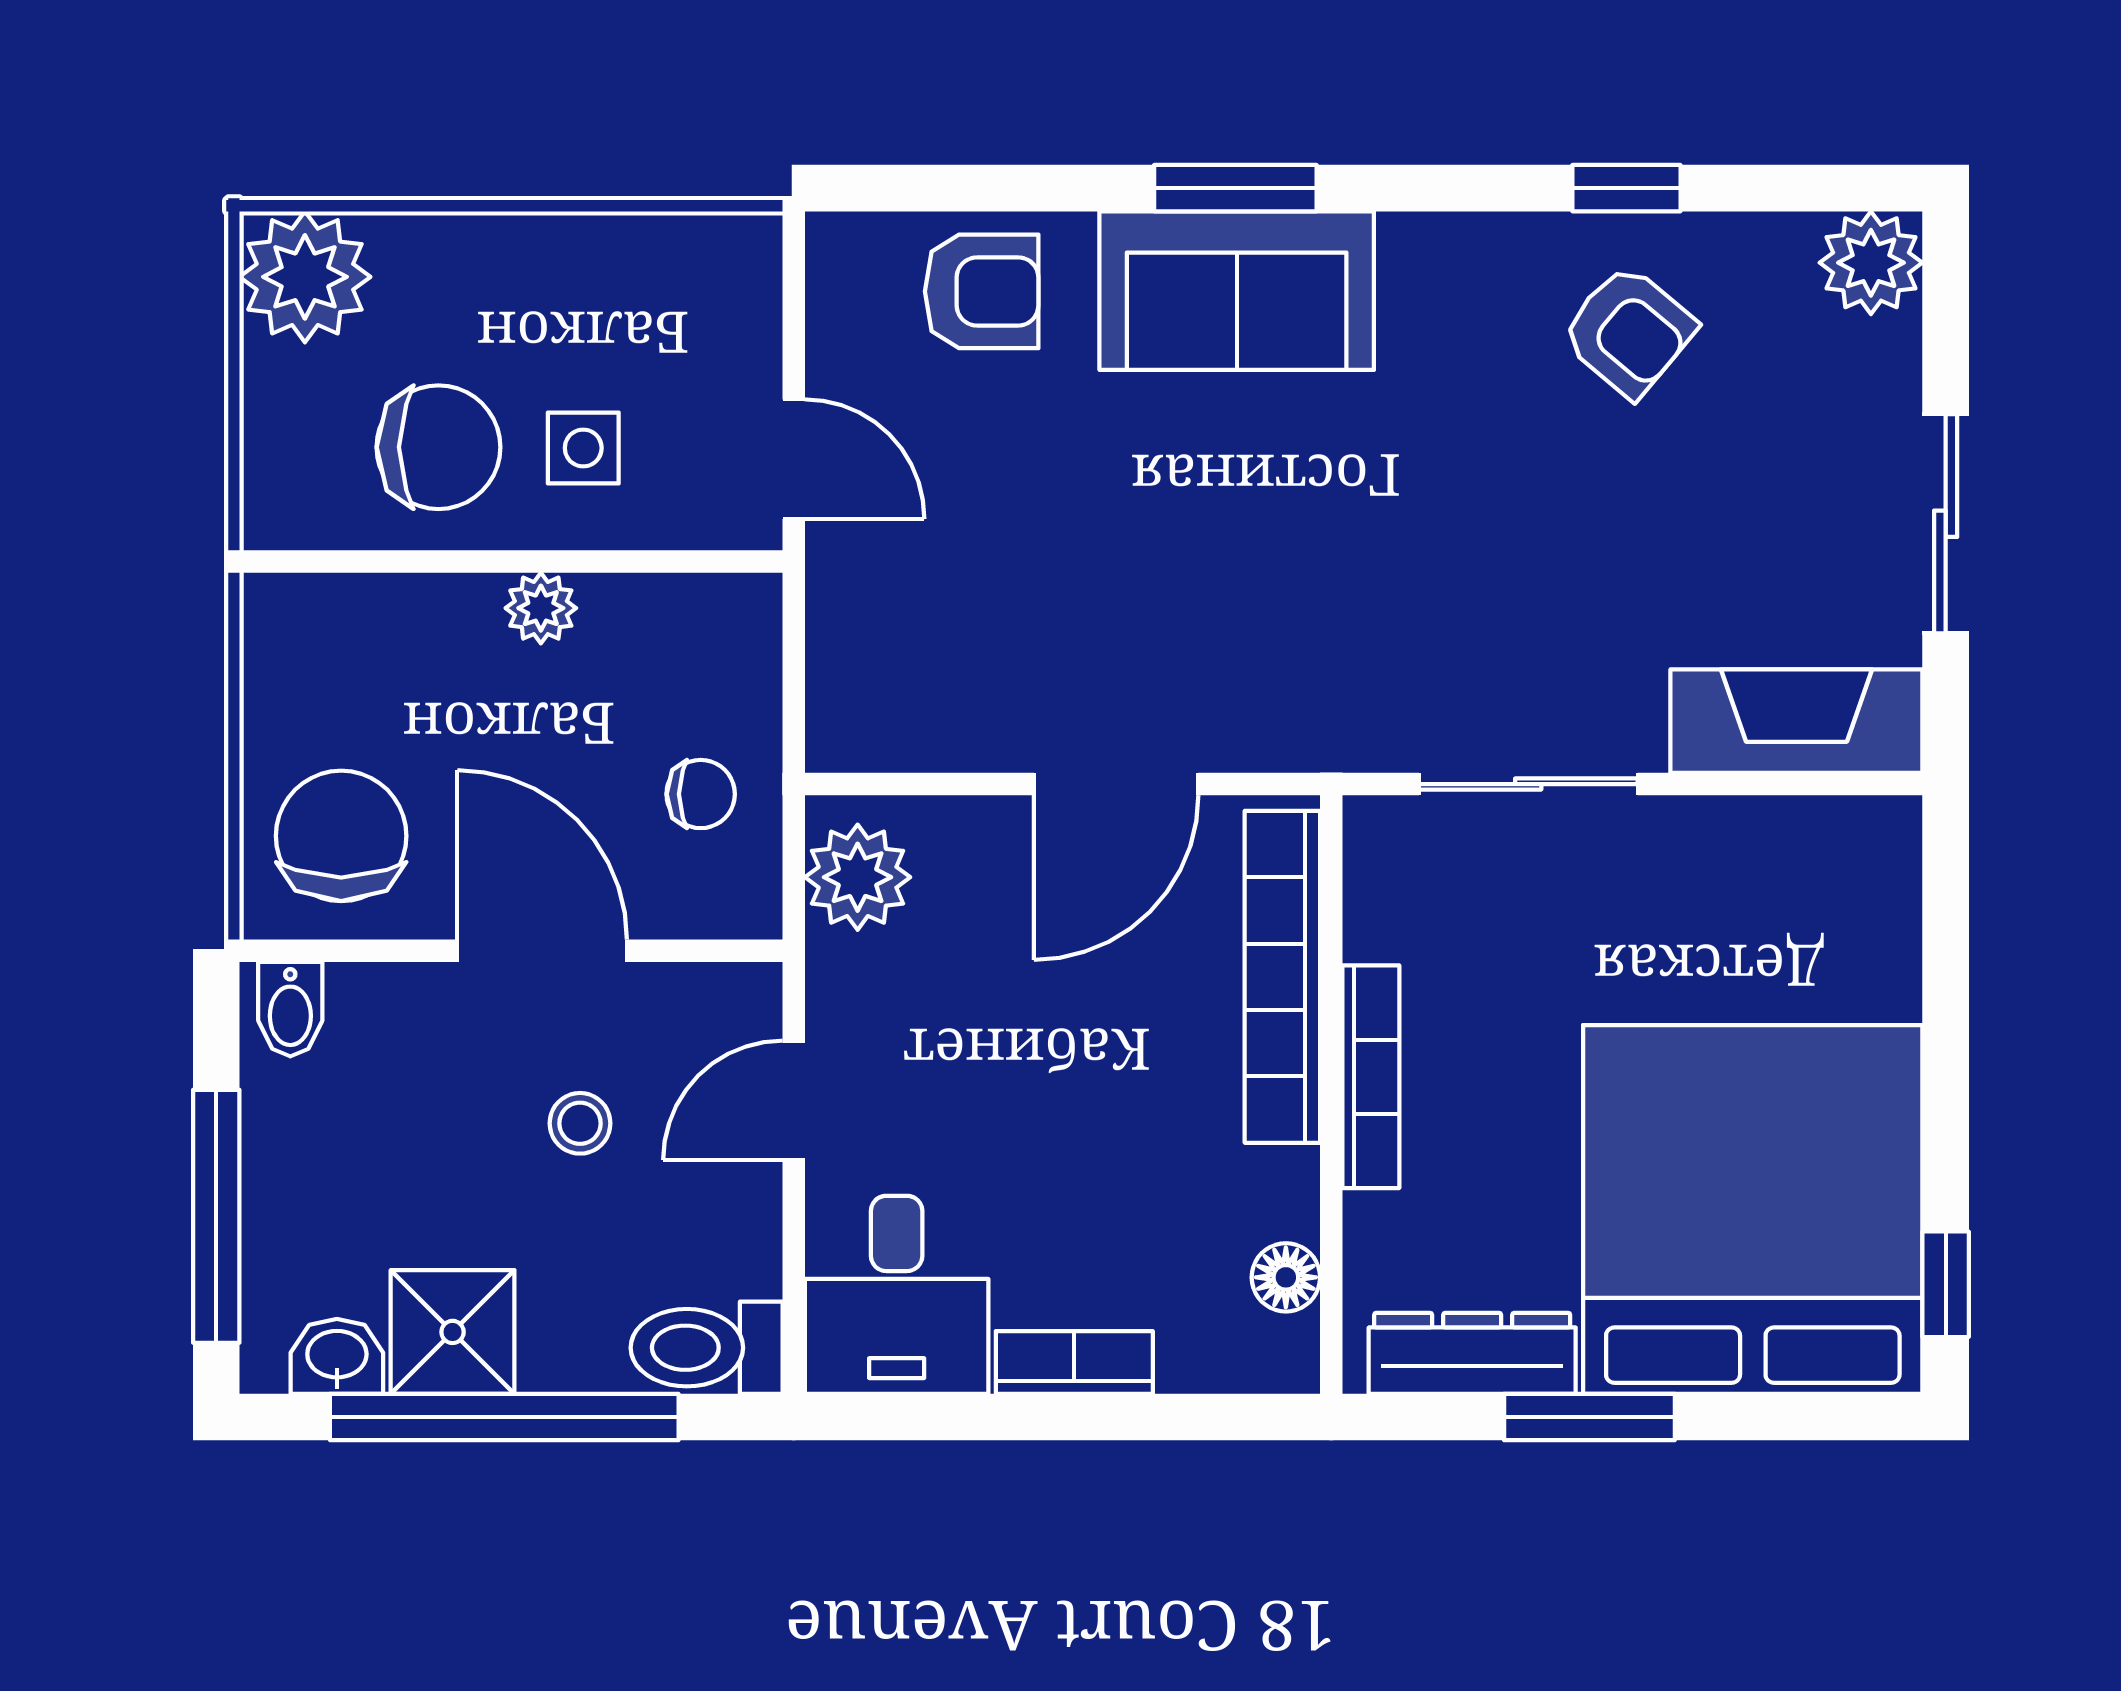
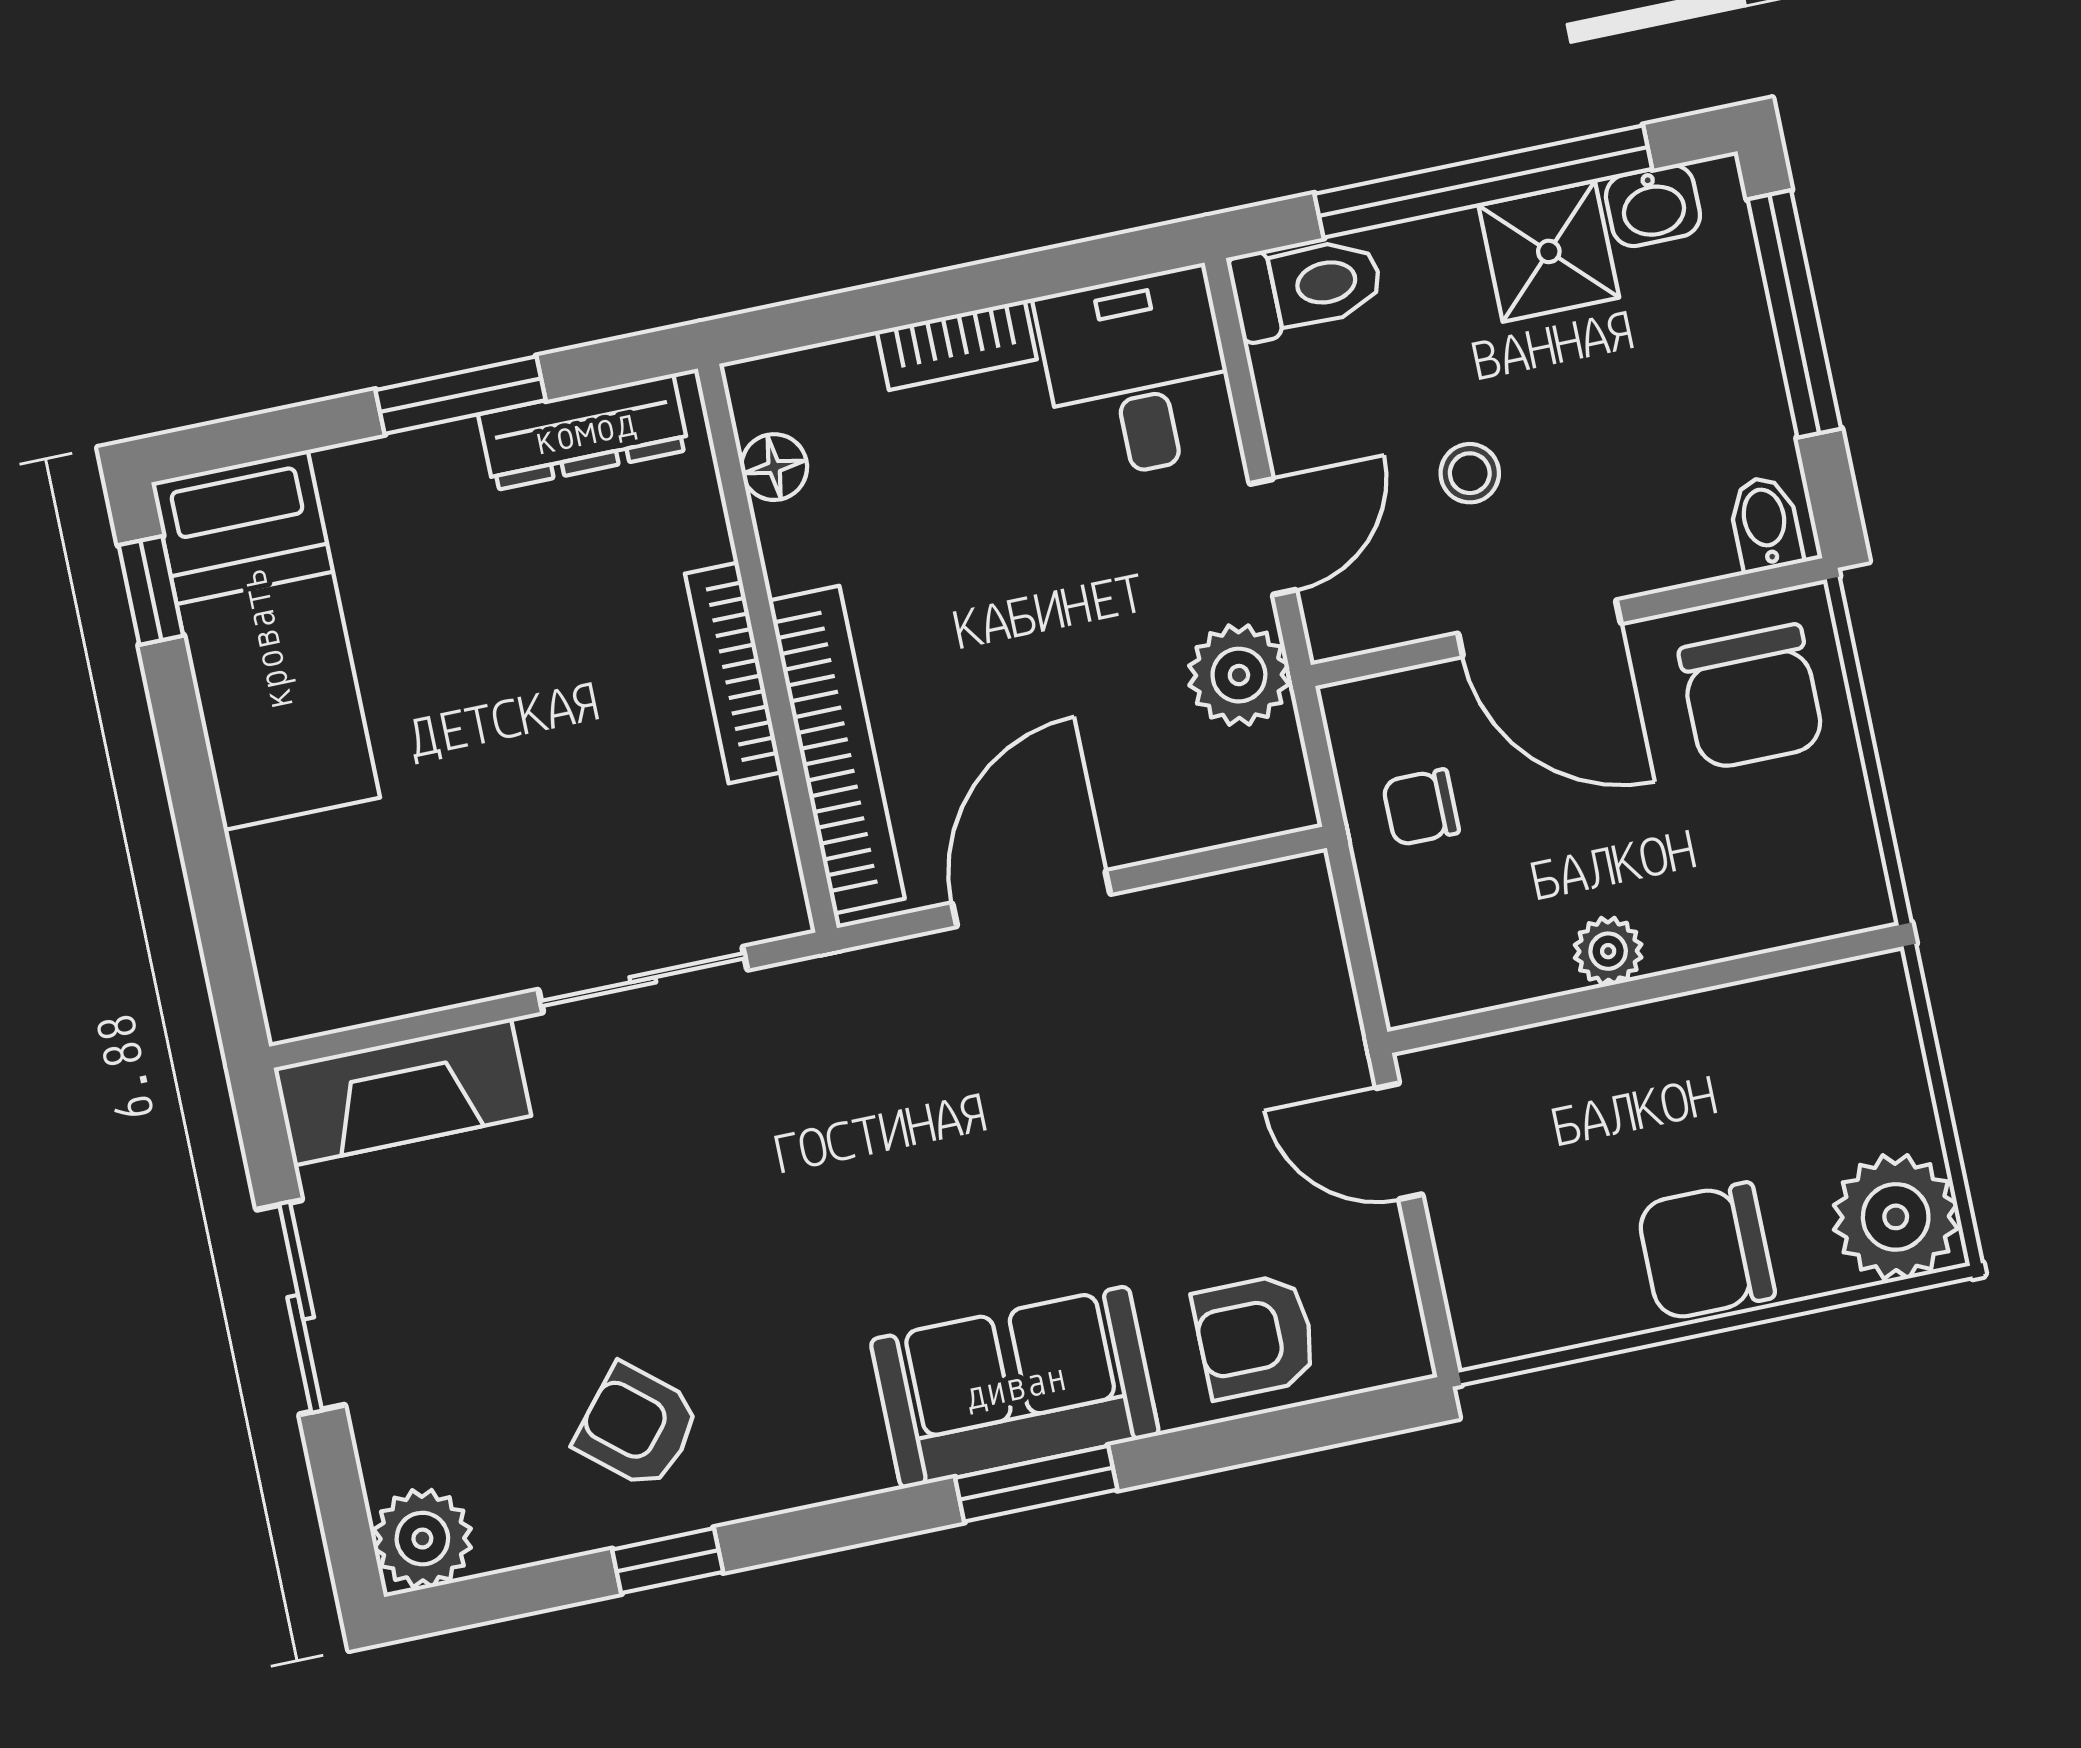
chair: (438, 447) -> (1706, 1251), moved
side table: (583, 448) -> (1600, 1110), removed
plant: (858, 877) -> (1239, 675), moved
bed: (1753, 1209) -> (266, 640), width x0.49

